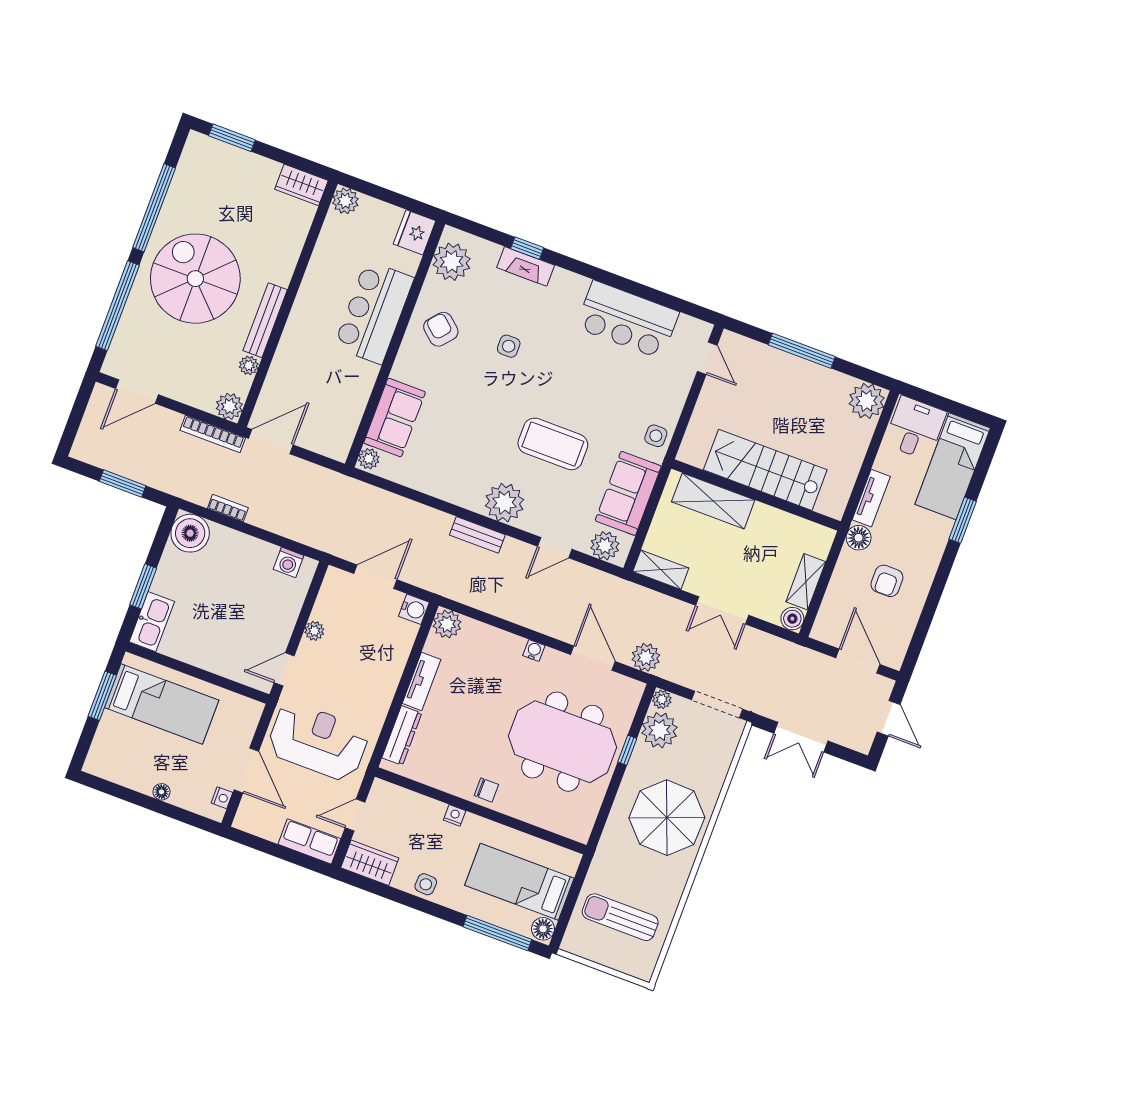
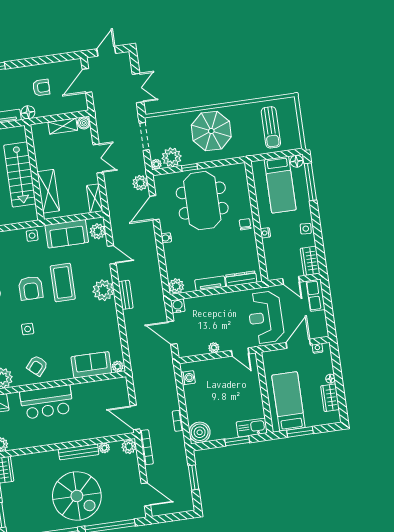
spiral stairs: (195, 279) -> (77, 496), turned -90
armchair: (572, 387) -> (31, 288), added
wardrobe: (131, 774) -> (330, 398), added

